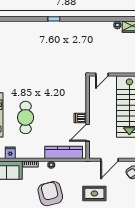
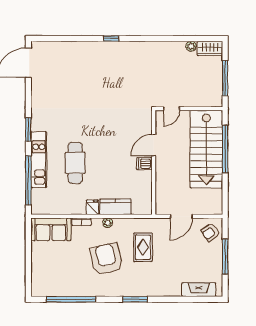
door: (88, 133) -> (154, 145), moved
kitchen counter: (64, 152) -> (115, 207), width x0.67
fridge: (10, 153) -> (92, 207), moved
rug: (94, 193) -> (143, 247), moved, turned 90

